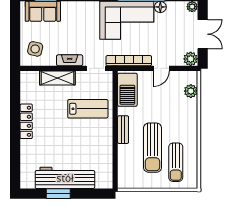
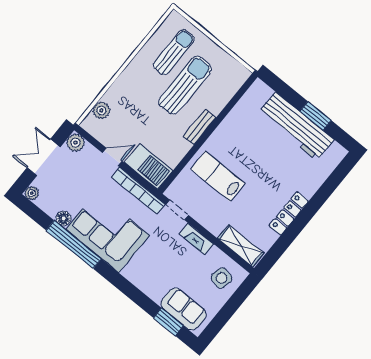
shelving: (57, 78) -> (241, 246), moved
barbecue: (127, 90) -> (149, 166), moved, turned 90

